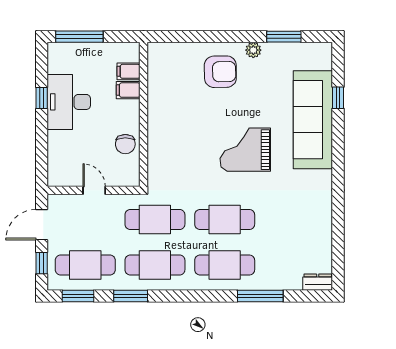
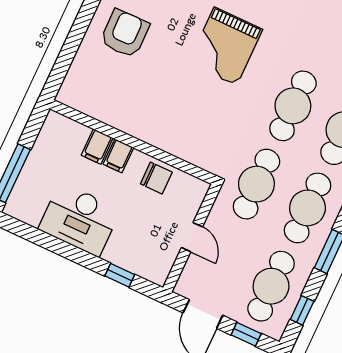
filing cabinet: (129, 71) -> (118, 156), moved
window: (42, 98) -> (120, 275), moved
door: (94, 190) -> (192, 237), swing flipped
window: (78, 296) -> (302, 310), width x0.67

